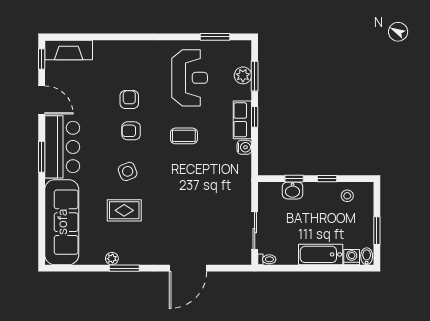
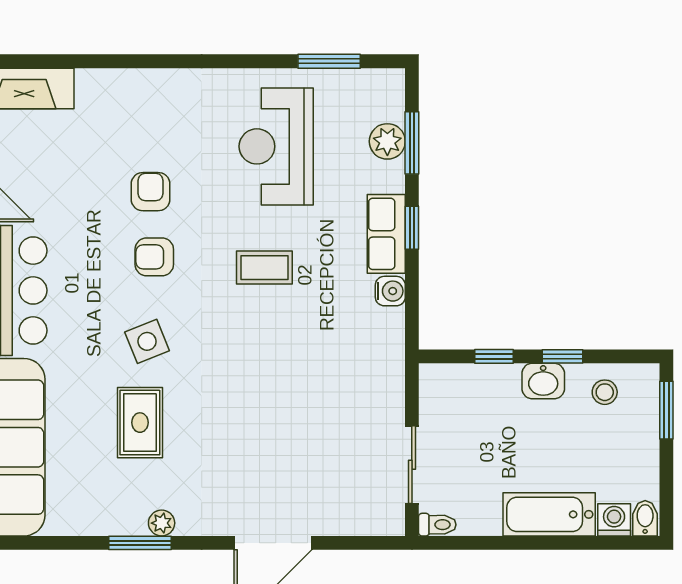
reception desk: (190, 78) -> (276, 146), turned 180
washbasin: (293, 190) -> (543, 381), moved
rug: (124, 210) -> (140, 423), turned 90
window: (377, 231) -> (666, 410), moved
plant: (112, 259) -> (162, 523), moved

